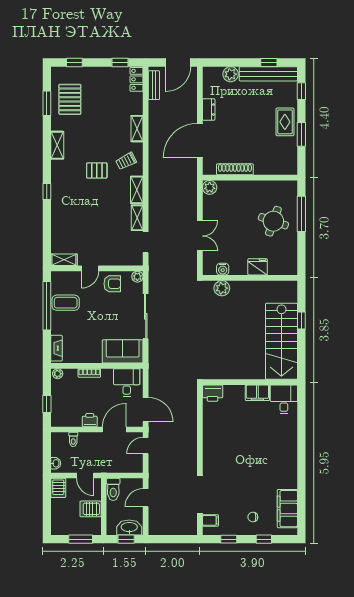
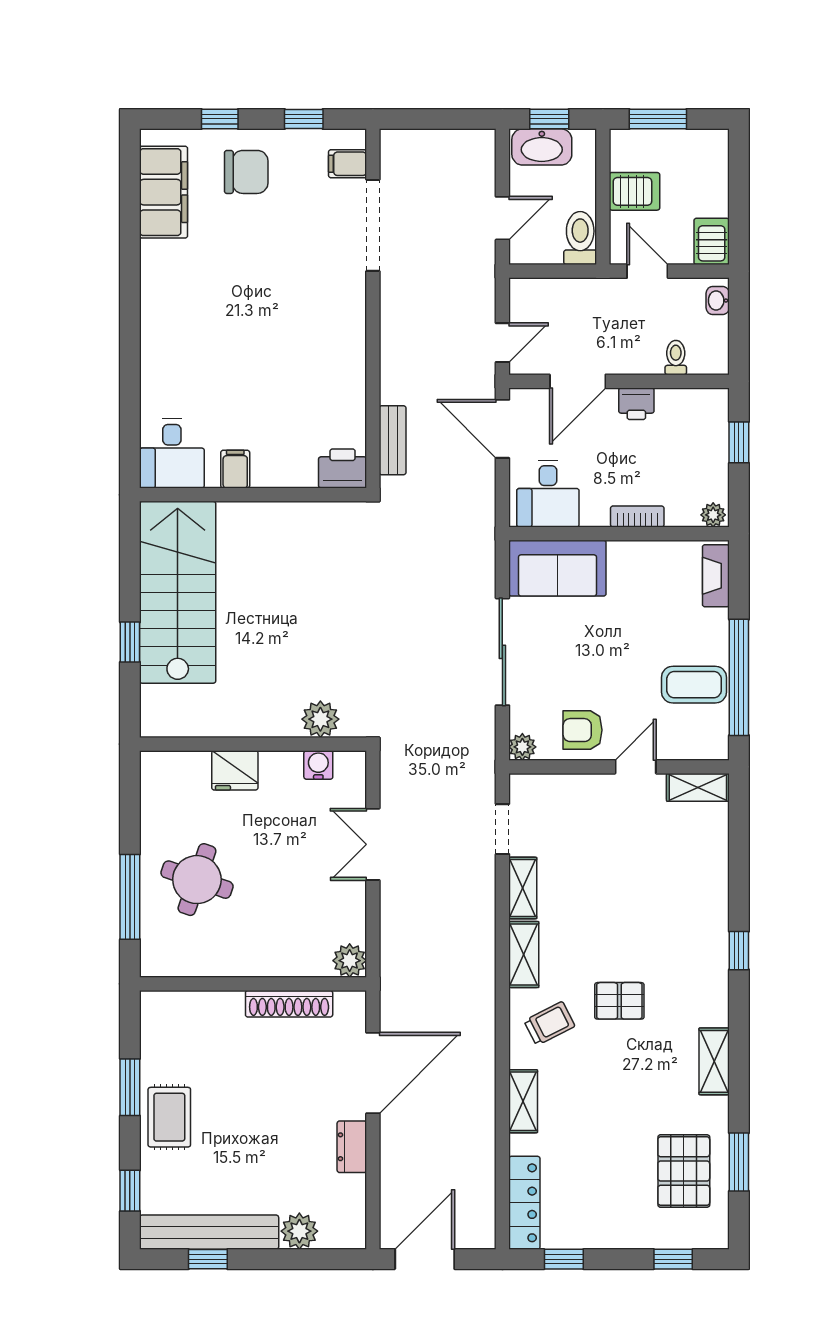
locker: (137, 79) -> (524, 1203), width x1.53
bench: (154, 85) -> (393, 440), moved
filing cabinet: (257, 393) -> (235, 469), width x0.50
chair: (253, 517) -> (246, 172), width x1.87, depth x1.87

